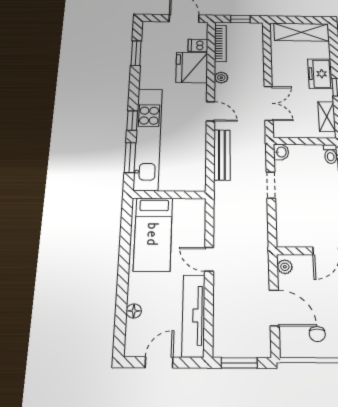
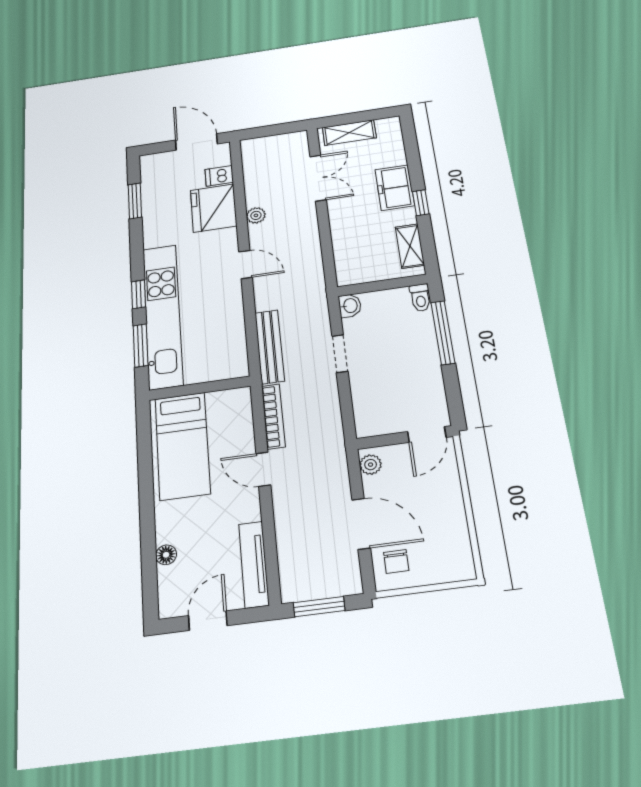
window: (240, 19) -> (275, 130), removed
shelving: (301, 32) -> (349, 133), width x0.67, depth x0.75
bookcase: (220, 43) -> (273, 416), moved
double door: (269, 103) -> (318, 178), moved
bench: (222, 155) -> (270, 347), moved
tv unit: (194, 315) -> (254, 564), width x0.73, depth x0.78
chair: (317, 334) -> (396, 561), moved

